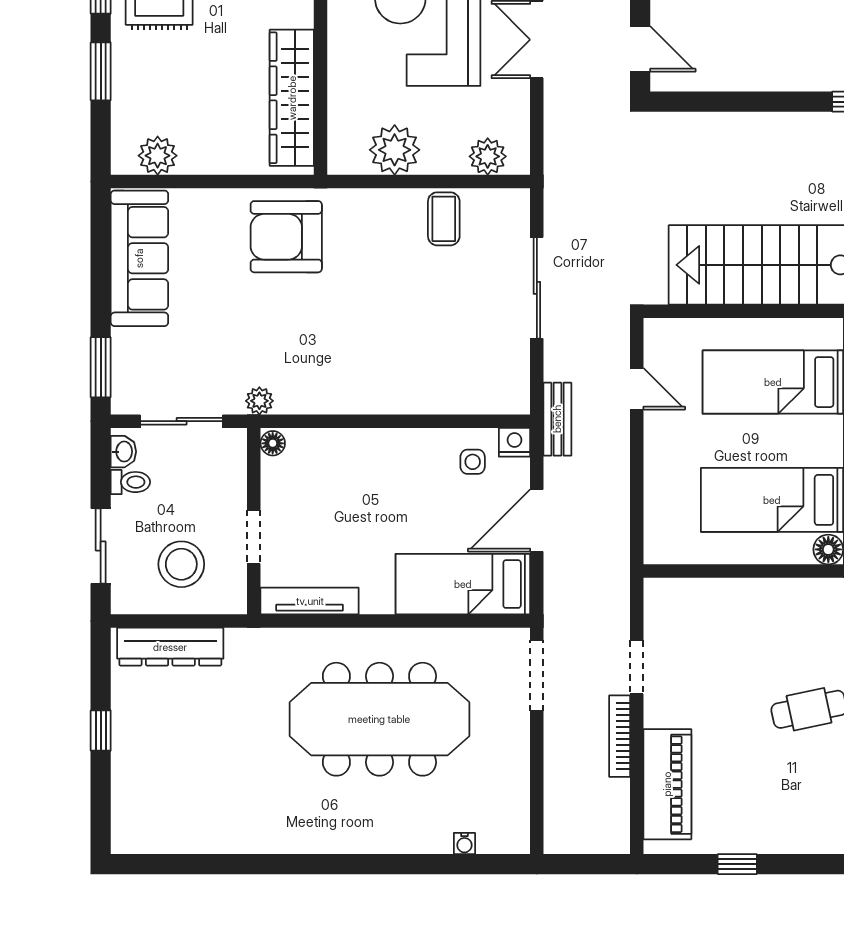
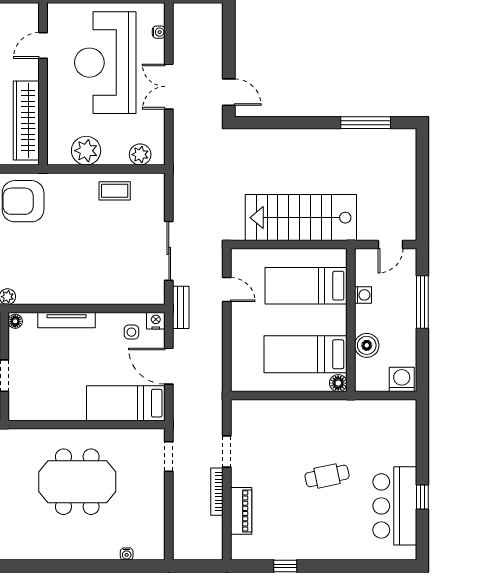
coffee table: (444, 219) -> (115, 191), turned 90
sliding door: (537, 288) -> (169, 251), moved
door: (537, 520) -> (169, 366), hinge flipped
tv unit: (310, 601) -> (66, 320), moved, turned 180
doorway: (537, 676) -> (169, 457), width x0.73
meeting table: (379, 719) -> (77, 482), width x0.73
piano: (667, 784) -> (241, 511), width x0.73, depth x0.75

